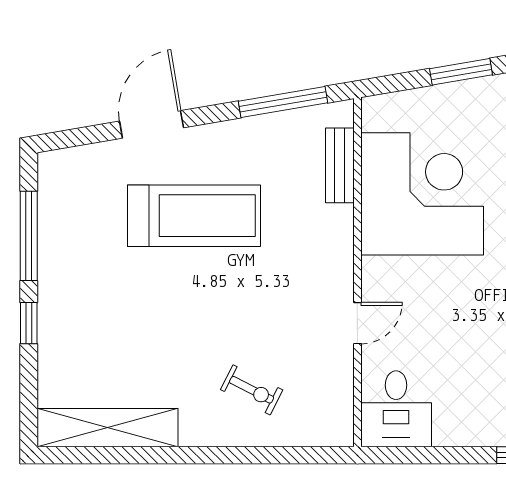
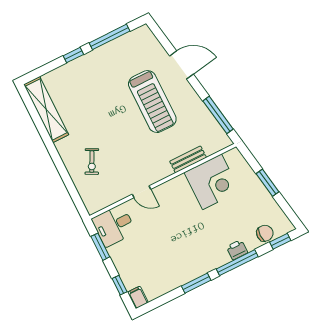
bench: (340, 165) -> (188, 159), moved
corner desk: (422, 194) -> (212, 182), width x0.74, depth x0.74
window: (424, 455) -> (100, 247), added

